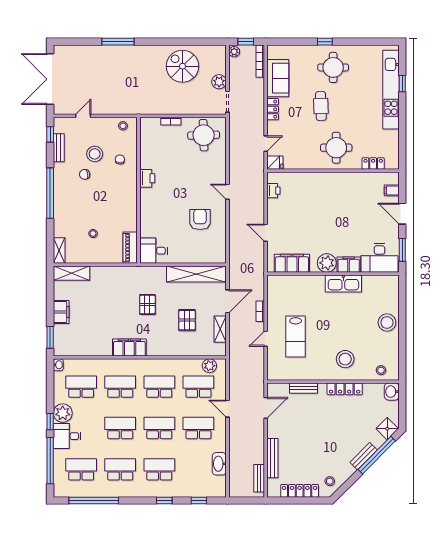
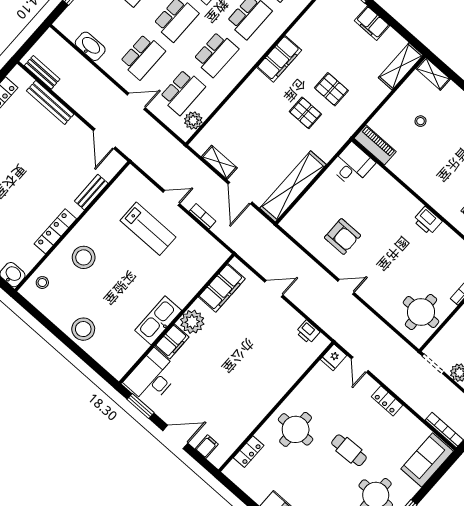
sofa: (278, 78) -> (427, 460), moved, turned 90
pallet: (187, 320) -> (331, 89), moved
lab bench: (296, 336) -> (148, 229), turned 180
door: (266, 339) -> (171, 198), hinge flipped

